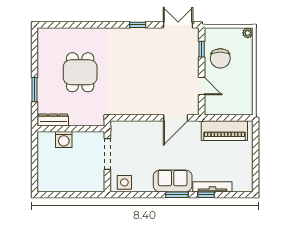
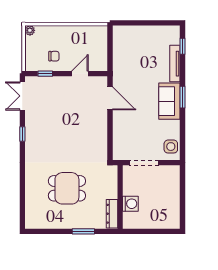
chair: (220, 58) -> (54, 56), width x0.54, depth x0.54
piano: (224, 131) -> (122, 52), removed
window: (206, 195) -> (182, 46), moved

